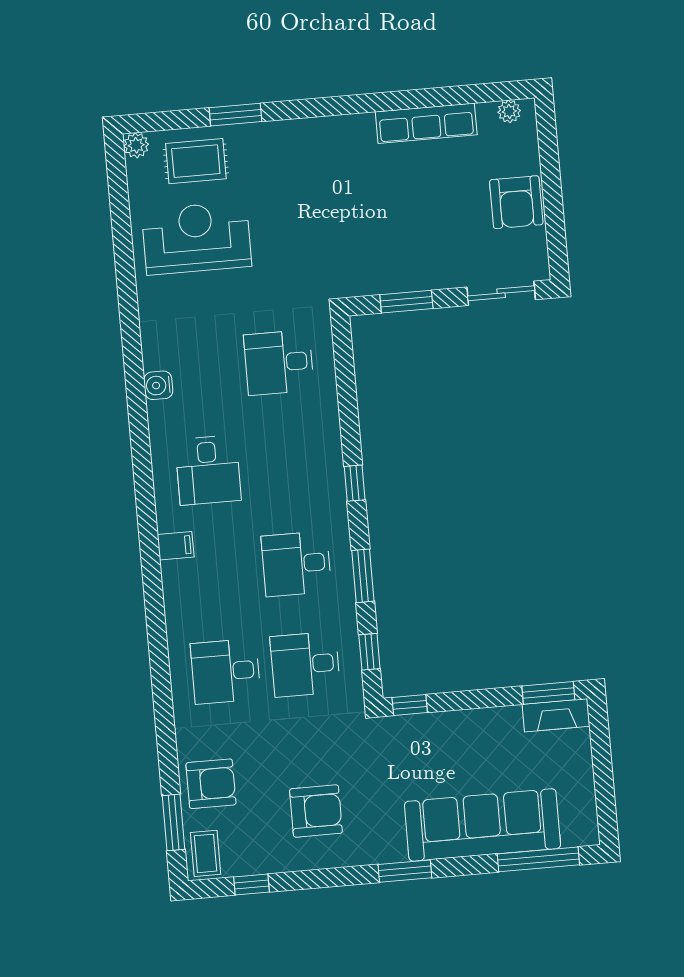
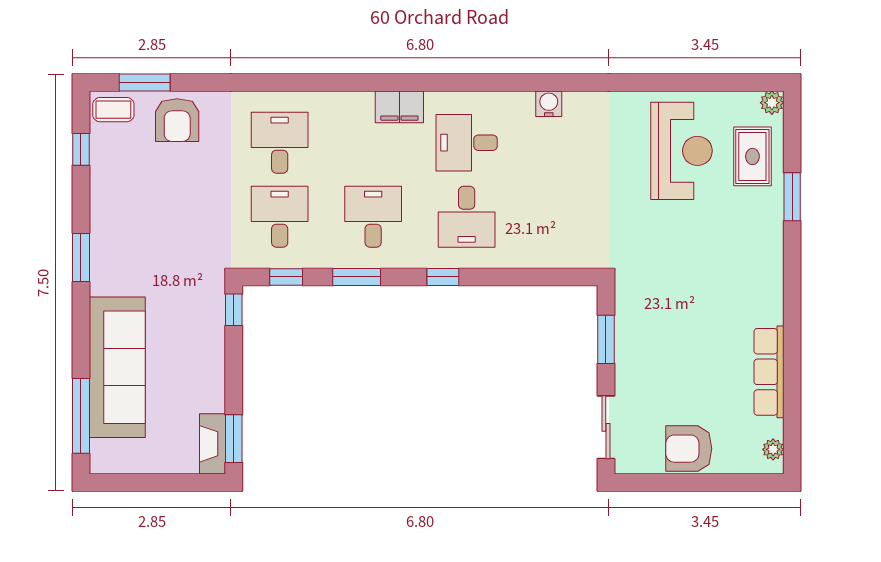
desk: (279, 363) -> (467, 217), moved, turned 180
filing cabinet: (176, 546) -> (399, 107), width x2.00
armchair: (316, 811) -> (144, 215), removed
window: (405, 871) -> (81, 257), moved

